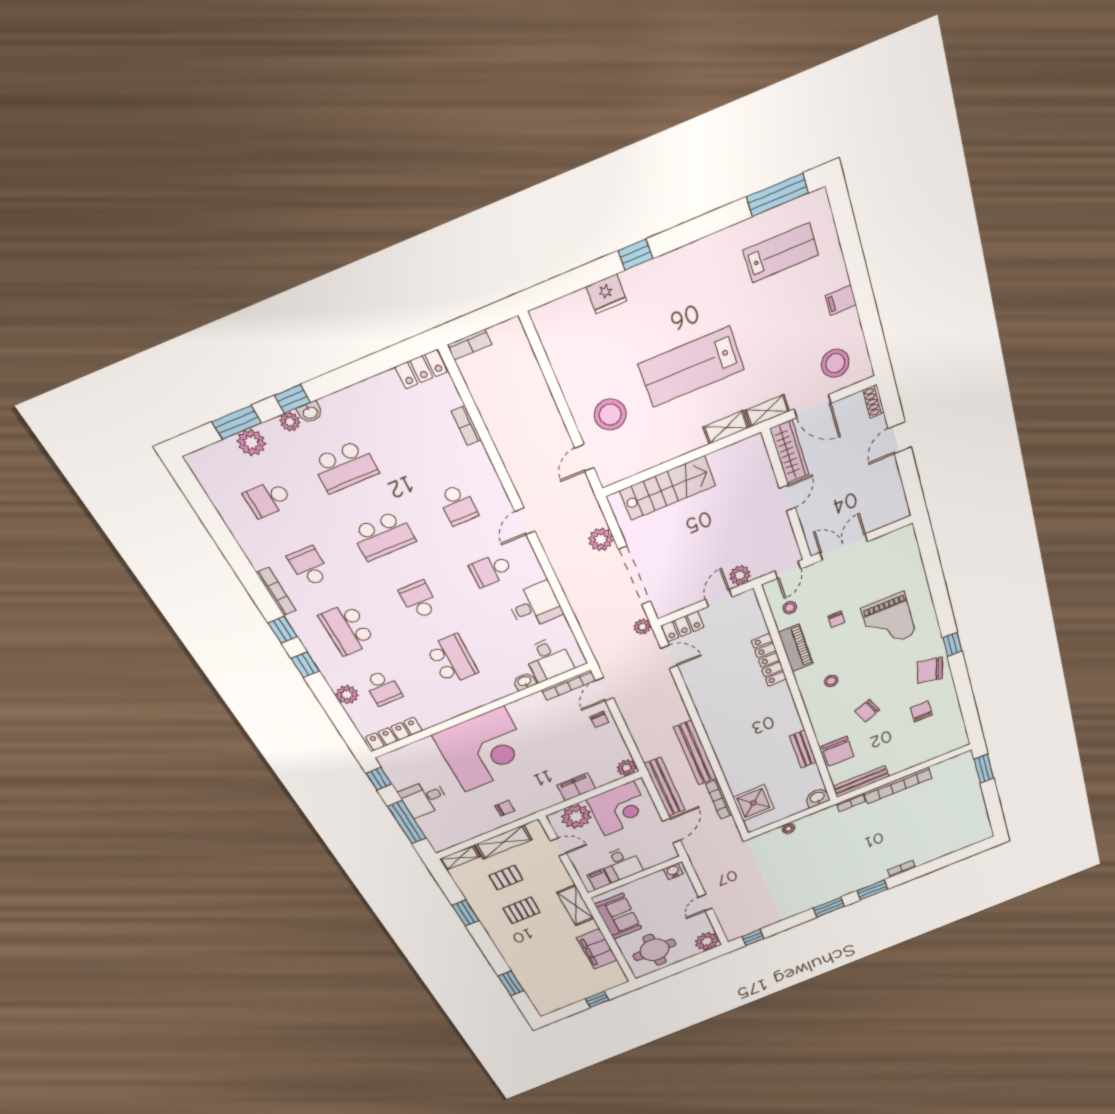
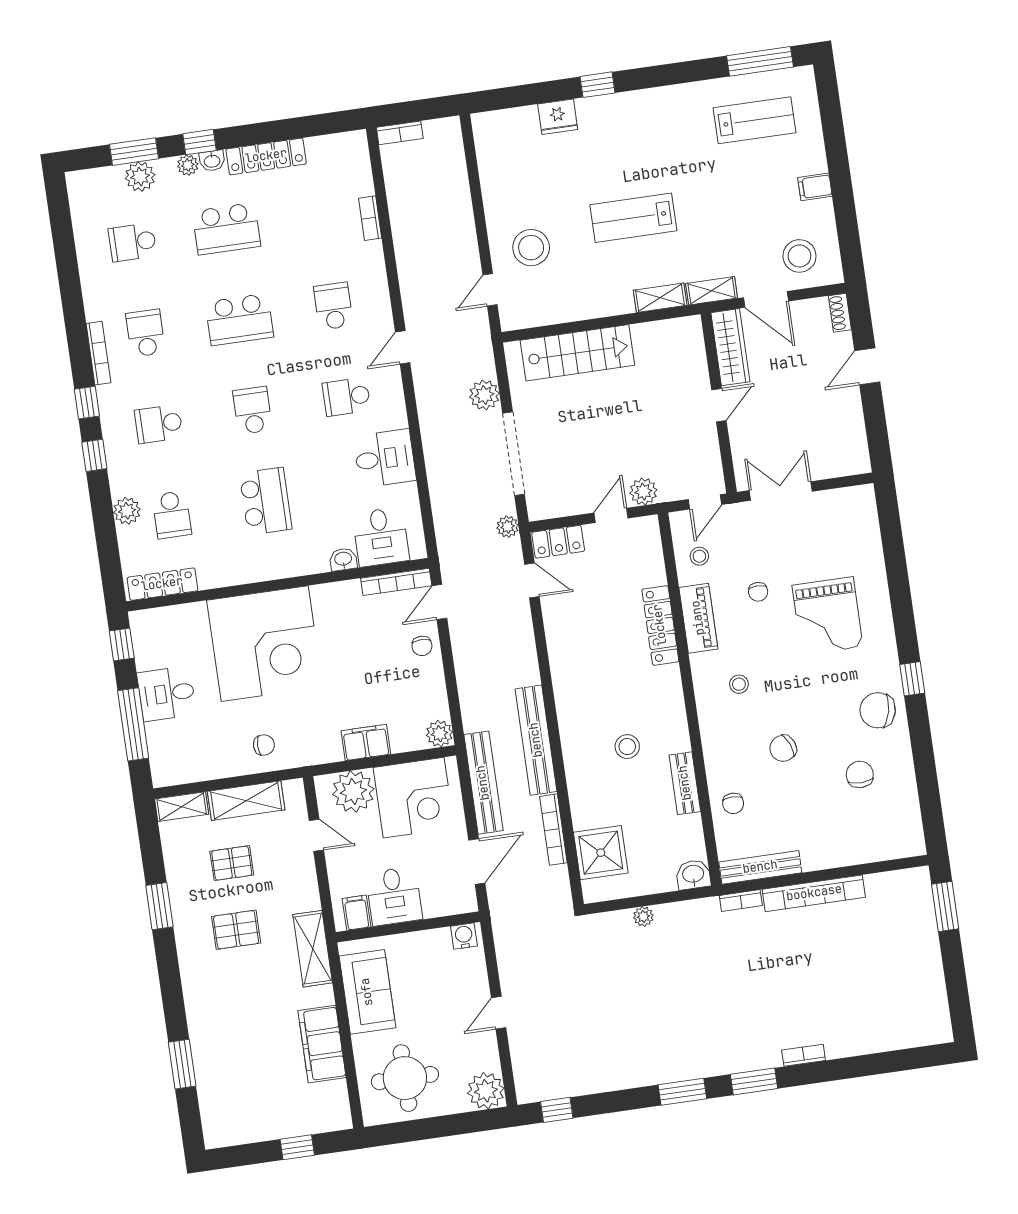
lab bench: (691, 367) -> (633, 218), width x0.73, depth x0.72
locker: (421, 369) -> (266, 156), moved, width x1.53
school desk: (458, 505) -> (333, 306), turned 180
school desk: (347, 629) -> (159, 424), width x0.54
stool: (760, 739) -> (627, 747), added
chair: (838, 751) -> (733, 803), width x0.54, depth x0.54

